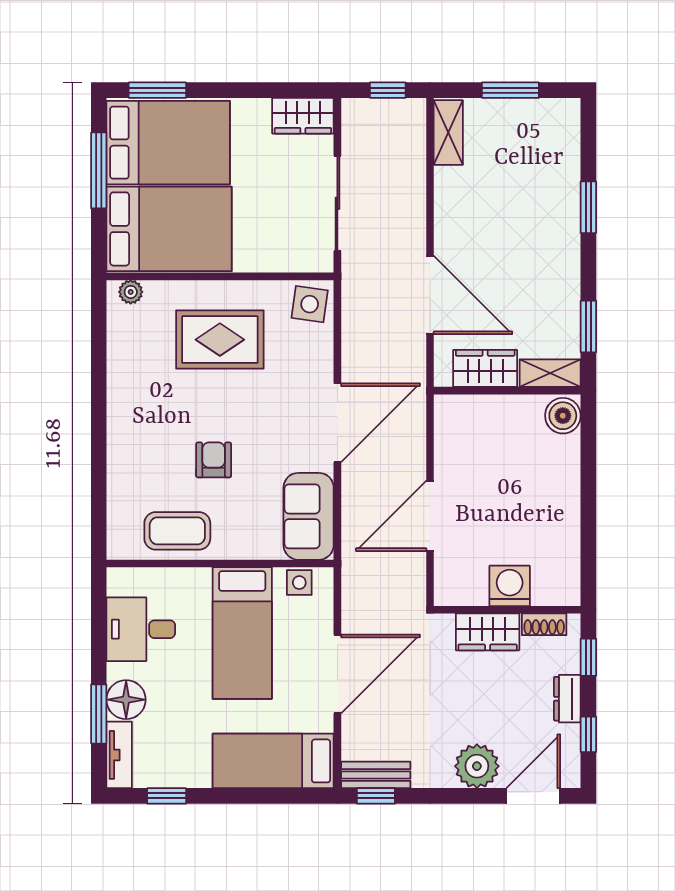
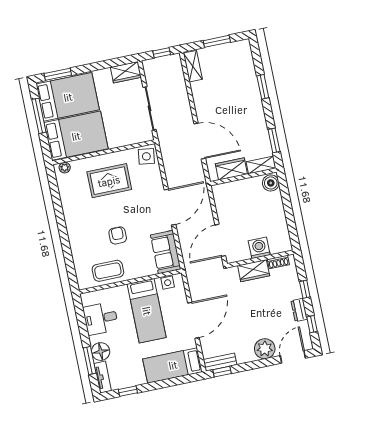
washing machine: (510, 586) -> (259, 248), moved
wall: (507, 610) -> (260, 259), moved
shoe rack: (544, 624) -> (278, 262), moved
wardrobe: (488, 632) -> (254, 271), moved

